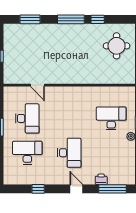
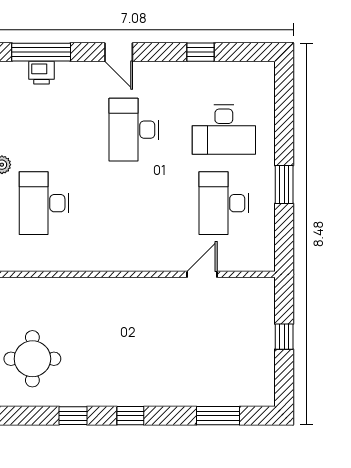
window: (71, 19) -> (130, 416), width x0.46
door: (37, 85) -> (202, 274), hinge flipped
desk: (111, 118) -> (44, 203), turned 90
printer: (101, 179) -> (41, 73), moved

